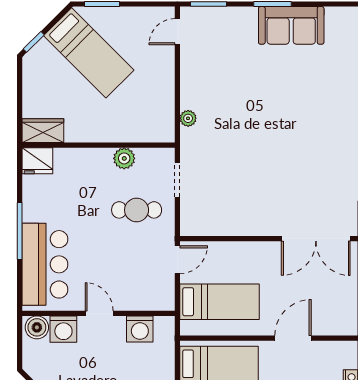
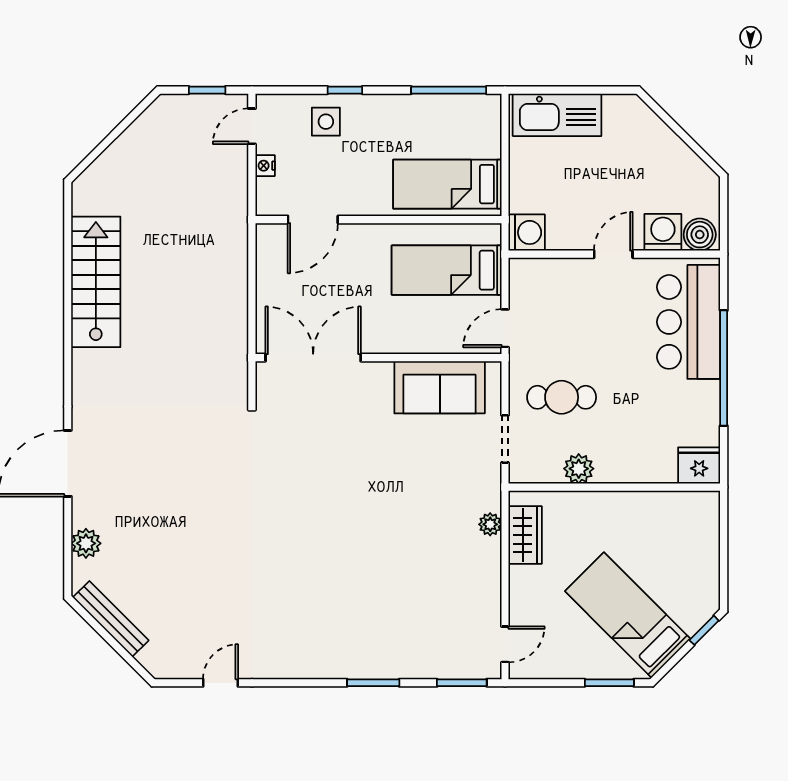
sofa: (291, 25) -> (440, 387), moved, turned 180
wardrobe: (43, 131) -> (525, 535), moved, turned -90
window: (20, 231) -> (724, 368), width x1.46
door: (99, 313) -> (613, 254), swing flipped
washing machine: (140, 329) -> (527, 232), moved, turned 90
door: (293, 338) -> (313, 220), moved

